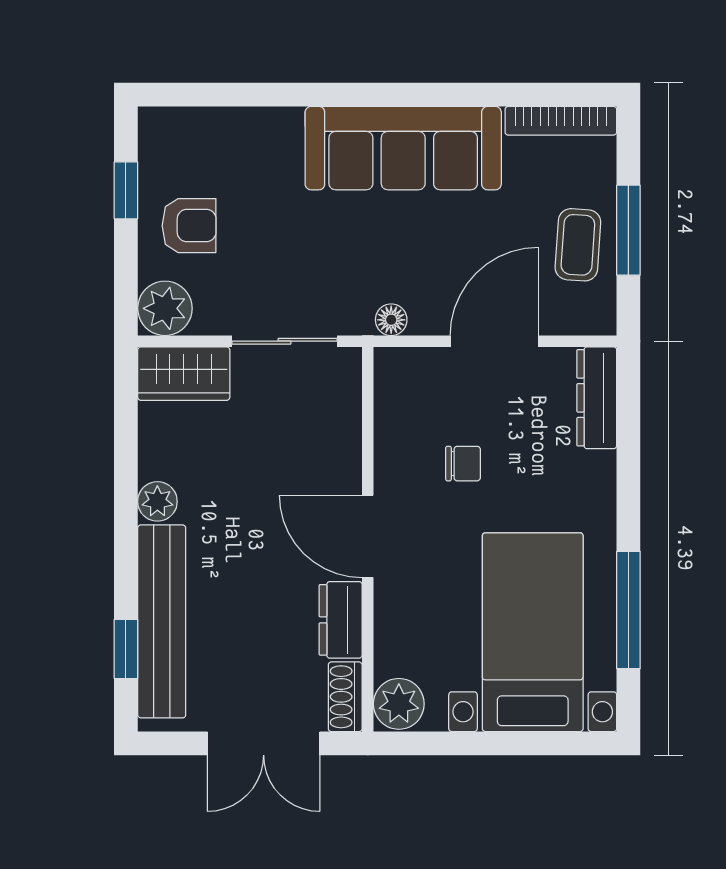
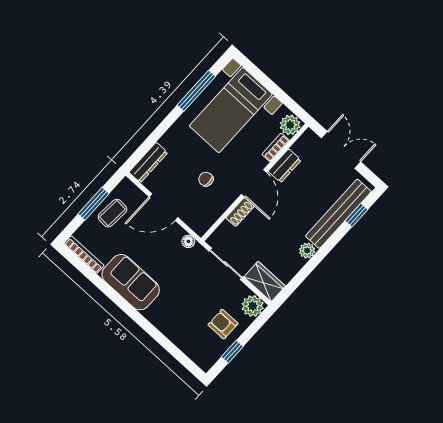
sofa: (403, 148) -> (131, 282), width x0.73
bookcase: (388, 638) -> (276, 147), added
shoe rack: (345, 697) -> (240, 212), moved

